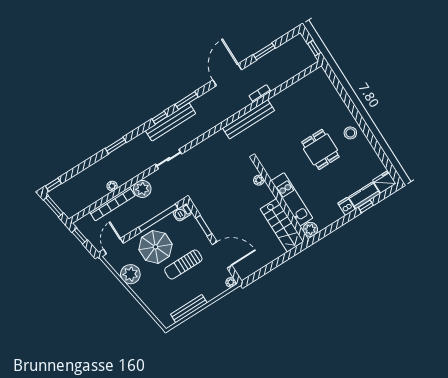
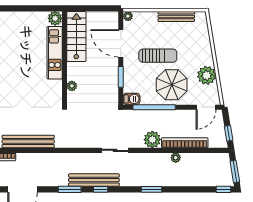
plant: (259, 180) -> (72, 86), moved
kitchen unit: (292, 199) -> (55, 53), moved
wall: (280, 200) -> (64, 58), moved
stairs: (282, 225) -> (76, 37), moved
plant: (310, 229) -> (55, 18), moved

